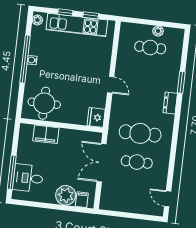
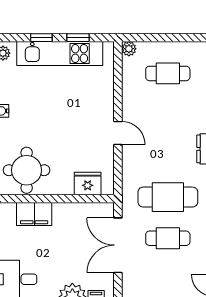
plant: (158, 31) -> (129, 49), moved
fridge: (96, 117) -> (88, 184), moved, turned 90

